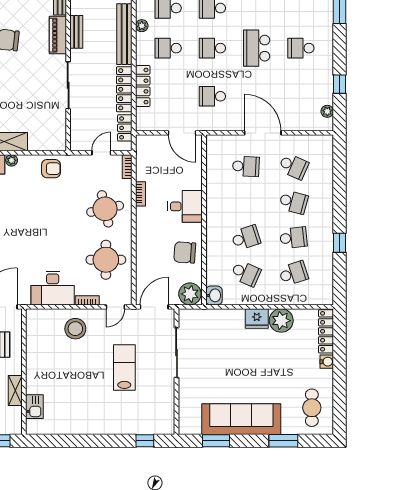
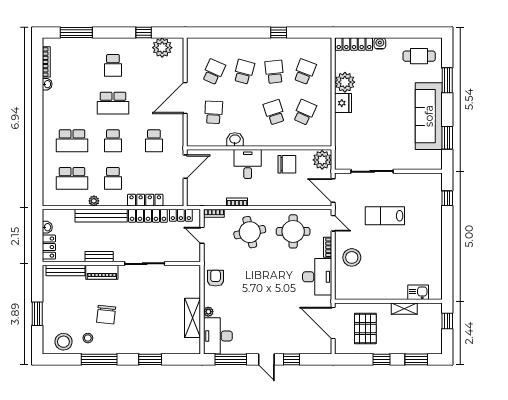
plant: (327, 111) -> (162, 48), width x1.87, depth x1.87
chair: (185, 252) -> (287, 164), turned -94
school desk: (293, 273) -> (305, 72), turned 39
washbasin: (214, 295) -> (235, 139), moved

